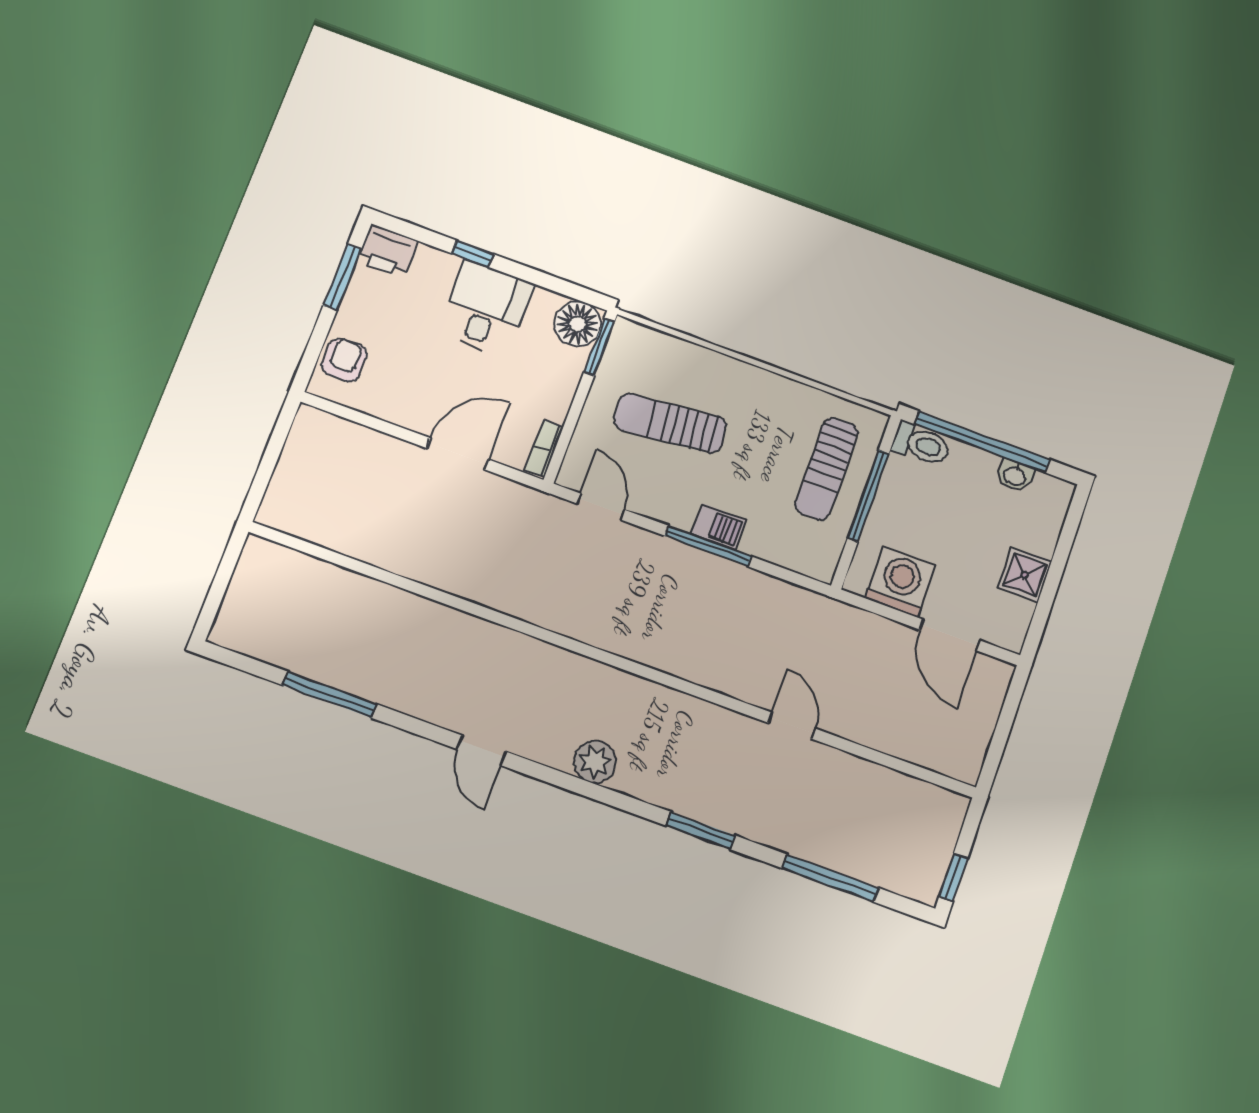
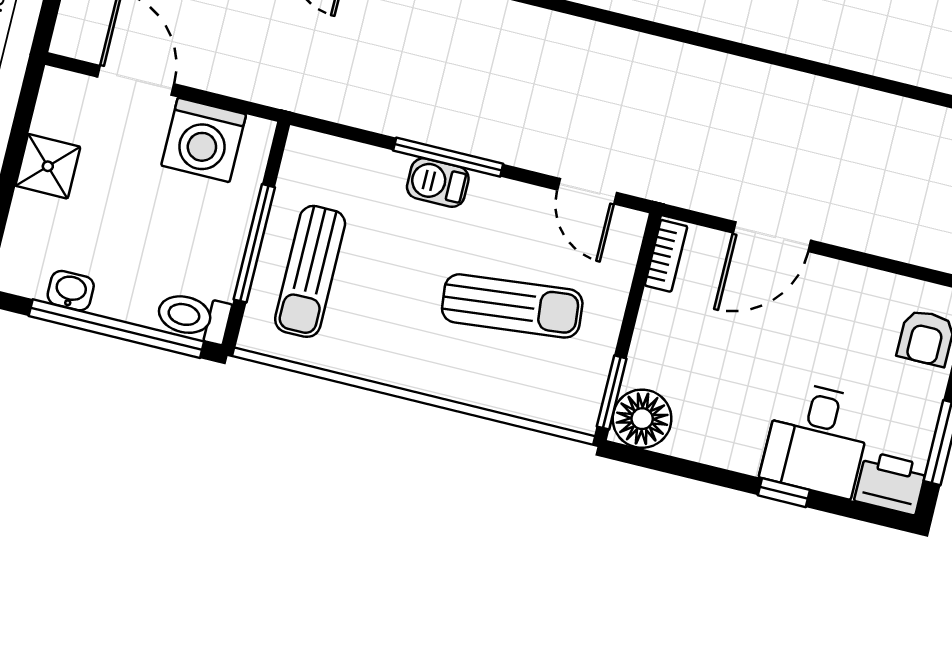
desk: (486, 308) -> (817, 439), moved
sun lounger: (827, 469) -> (310, 271), turned 180

